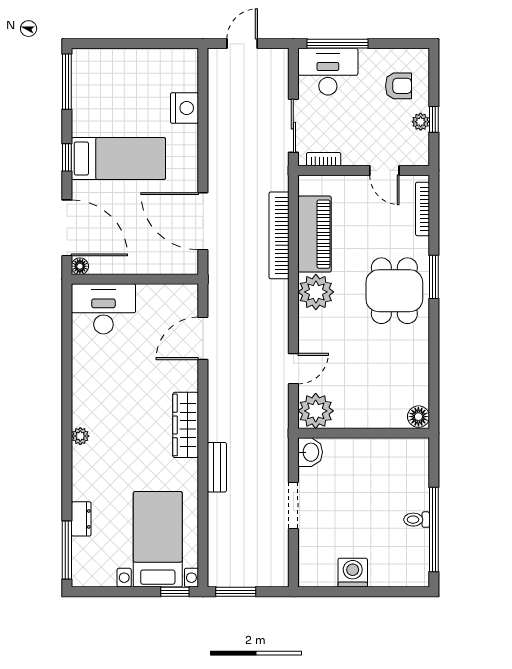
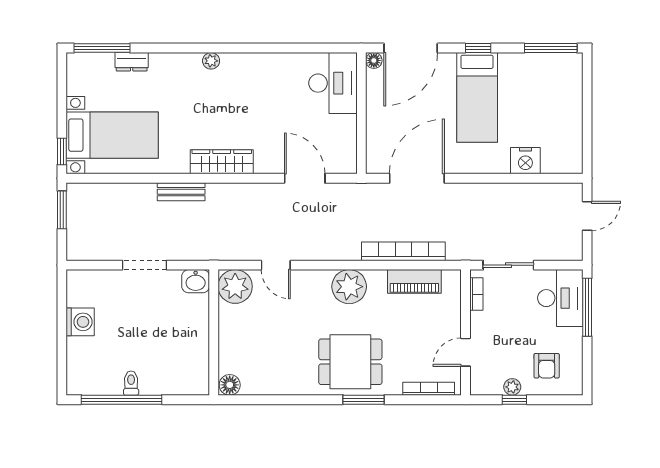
door: (242, 44) -> (587, 216), hinge flipped
piano: (315, 234) -> (414, 281), width x0.73, depth x0.75

